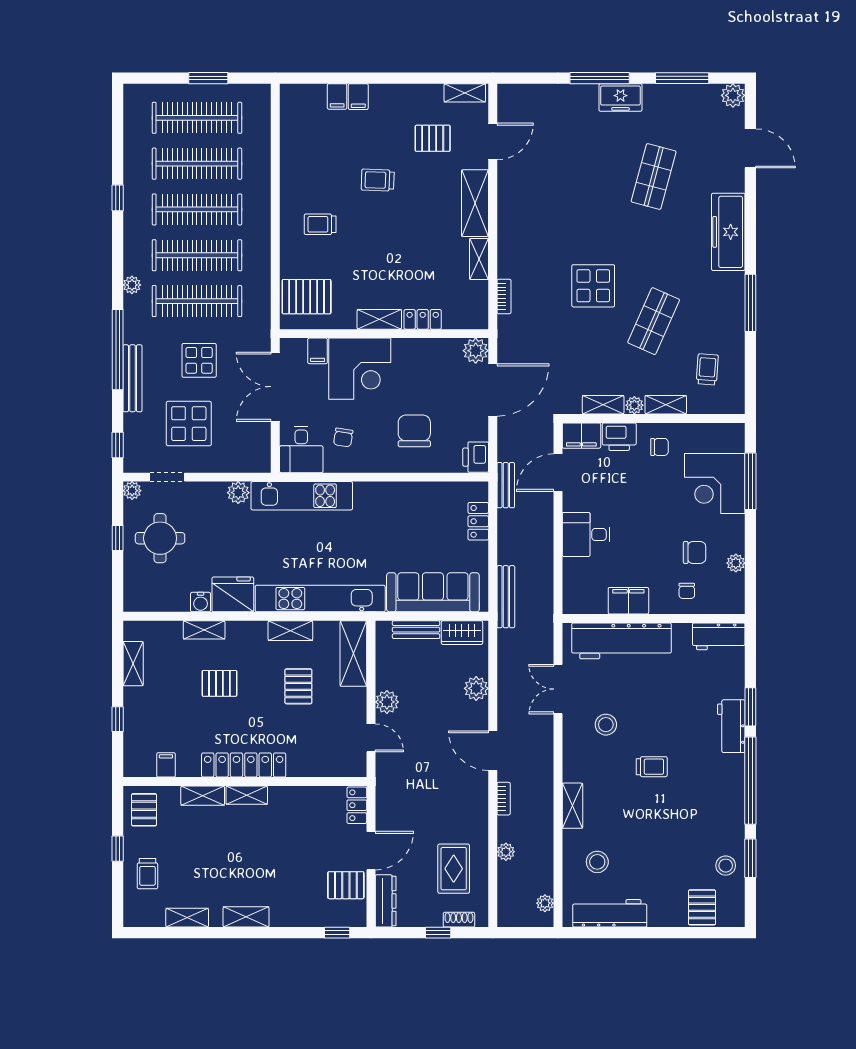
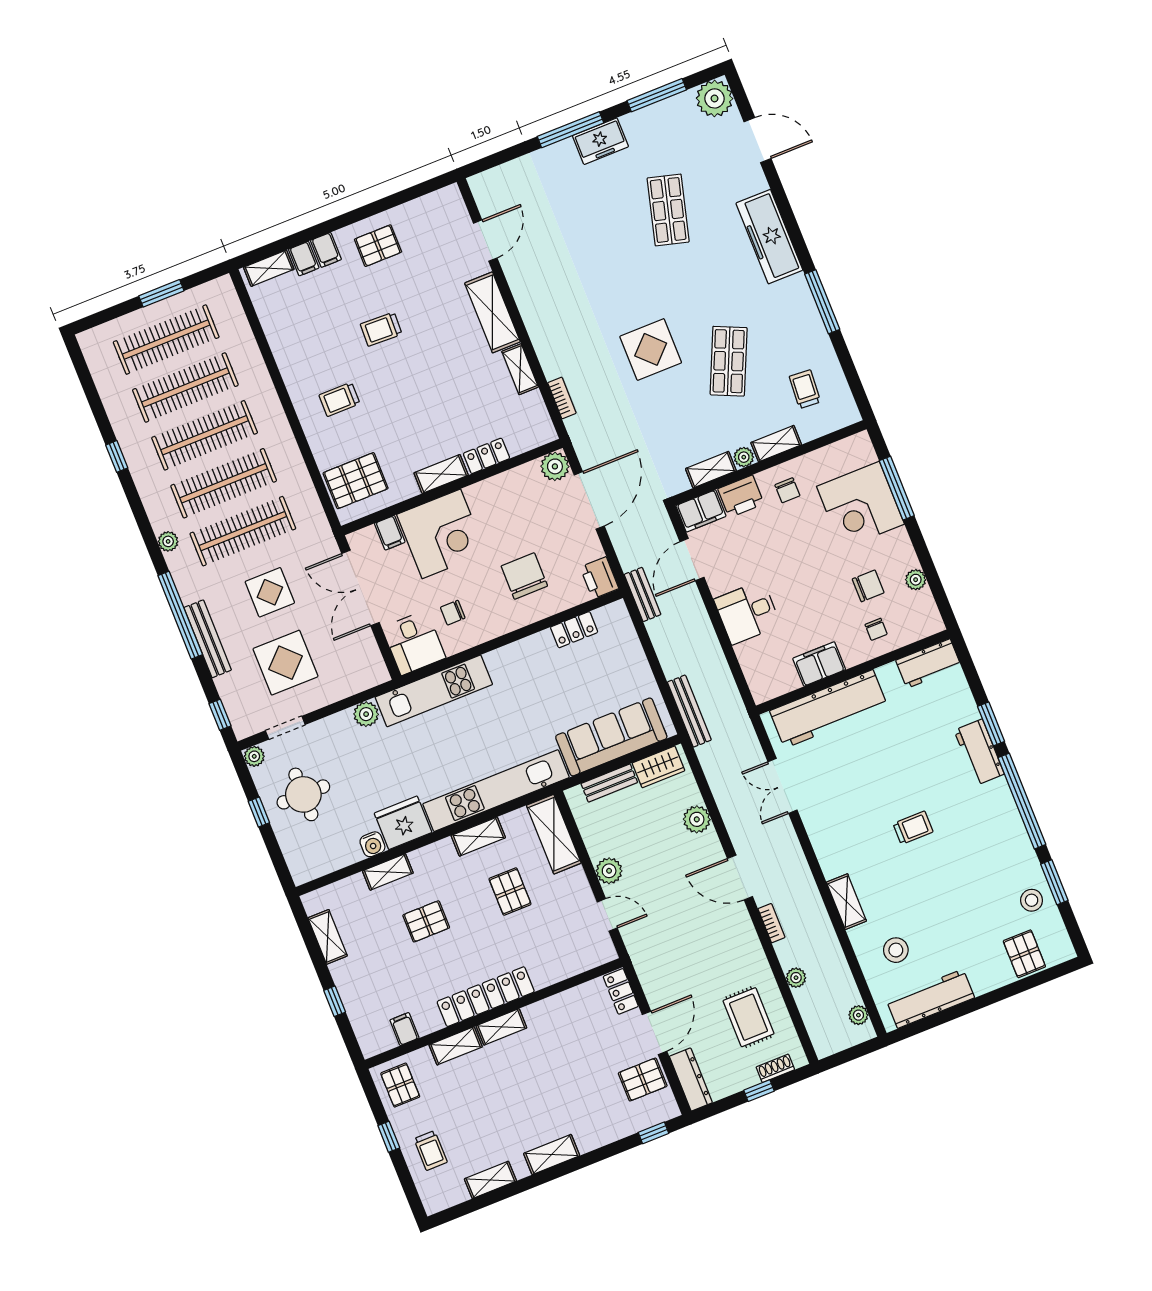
shelving: (465, 93) -> (269, 268), moved
plant: (733, 95) -> (715, 98), width x1.36, depth x1.36
pallet: (433, 138) -> (378, 246), moved
chair: (343, 438) -> (453, 613), turned 81
chair: (660, 447) -> (787, 490), turned 90
locker: (478, 521) -> (574, 630), moved, turned -90
stool: (606, 725) -> (847, 803), removed

